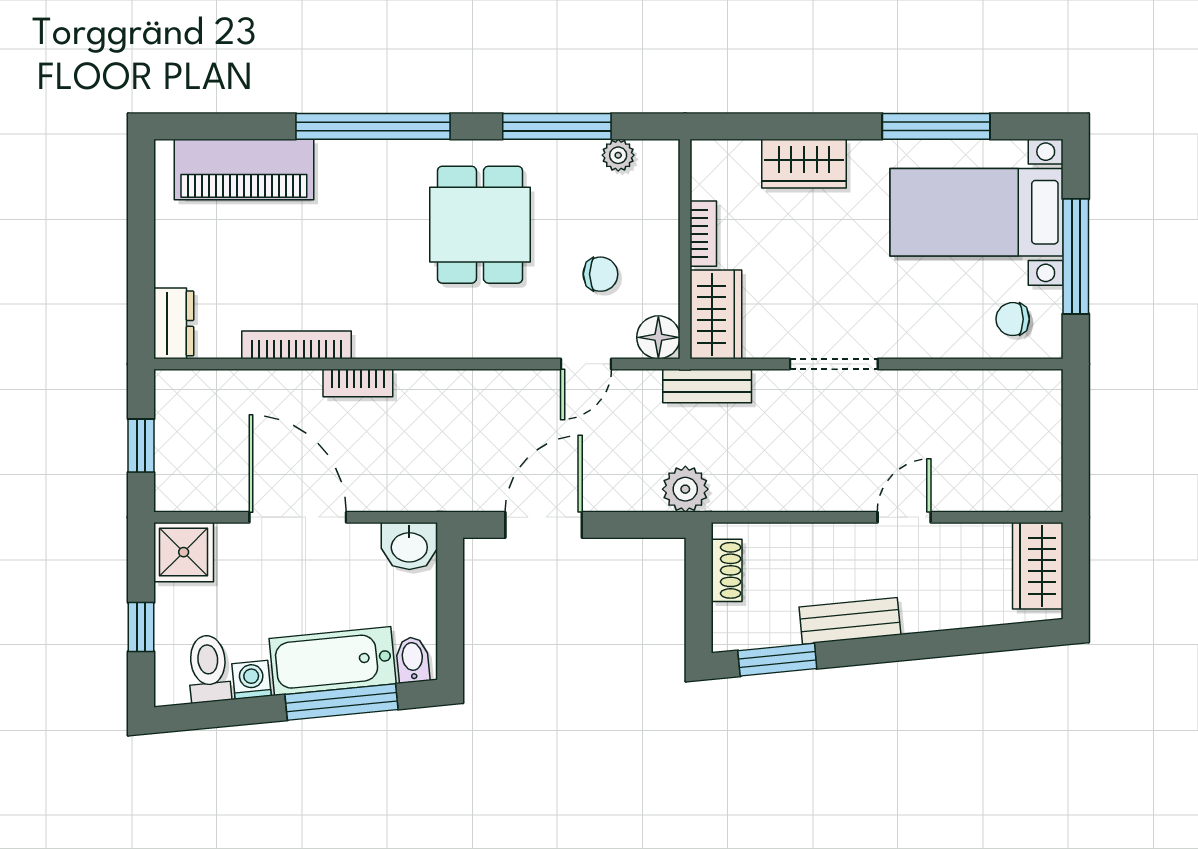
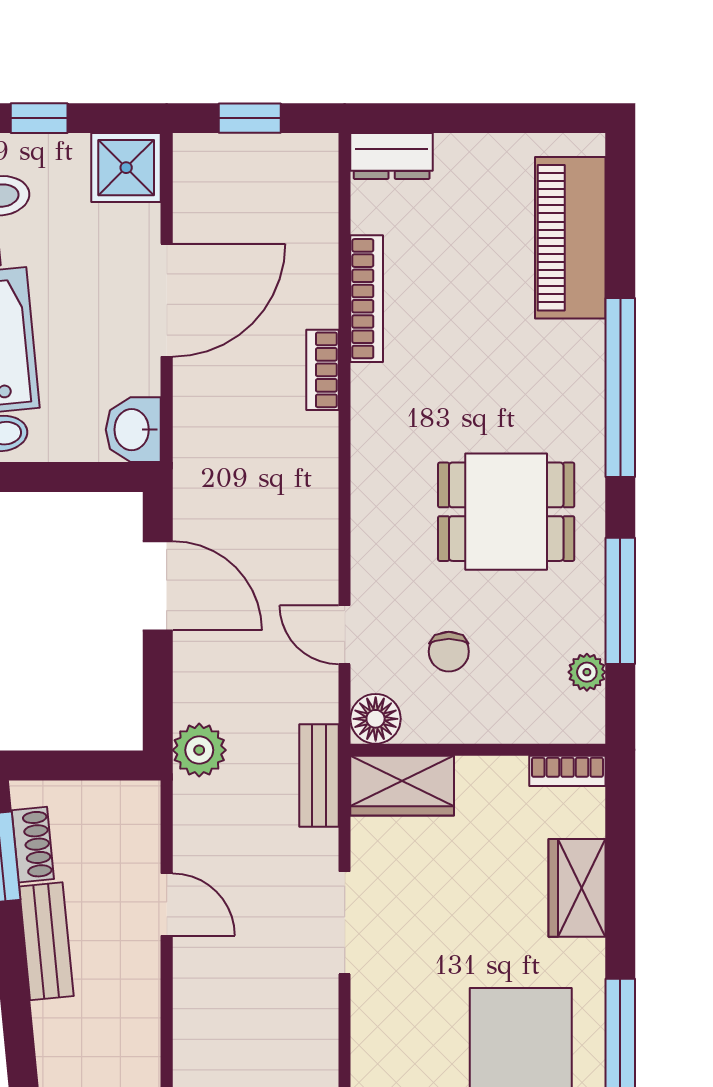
bookcase: (703, 234) -> (567, 771), moved
door: (904, 517) -> (167, 904), moved
shoe rack: (727, 570) -> (33, 845), moved, turned -96

